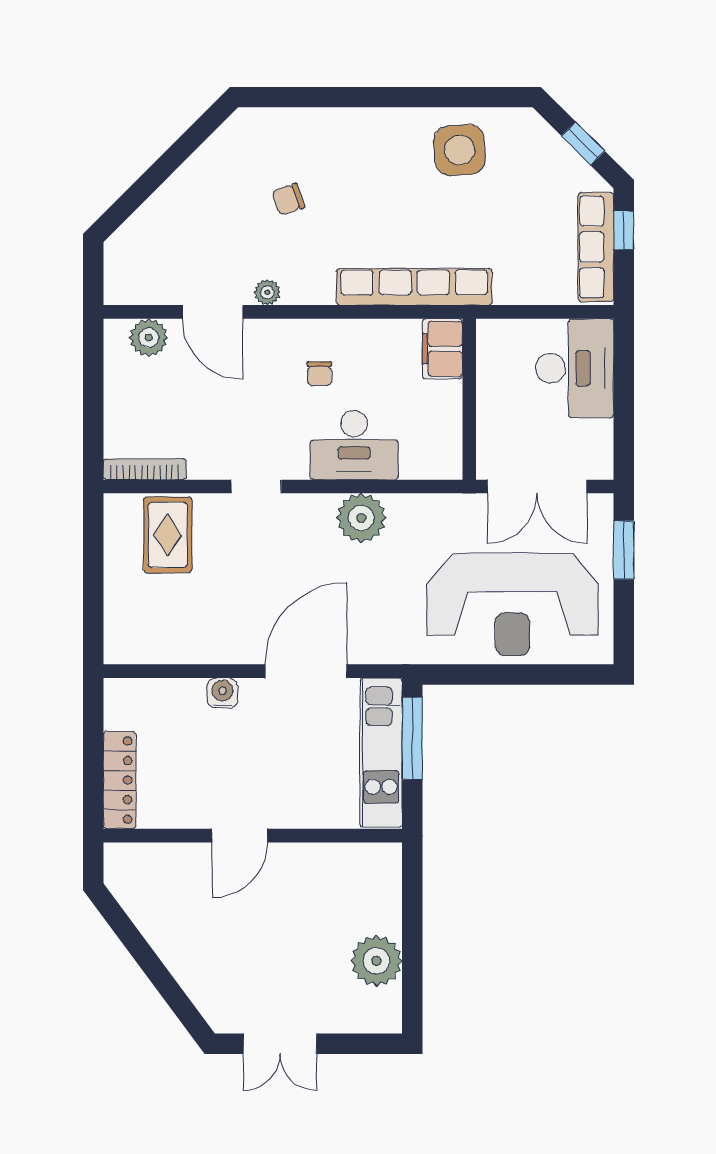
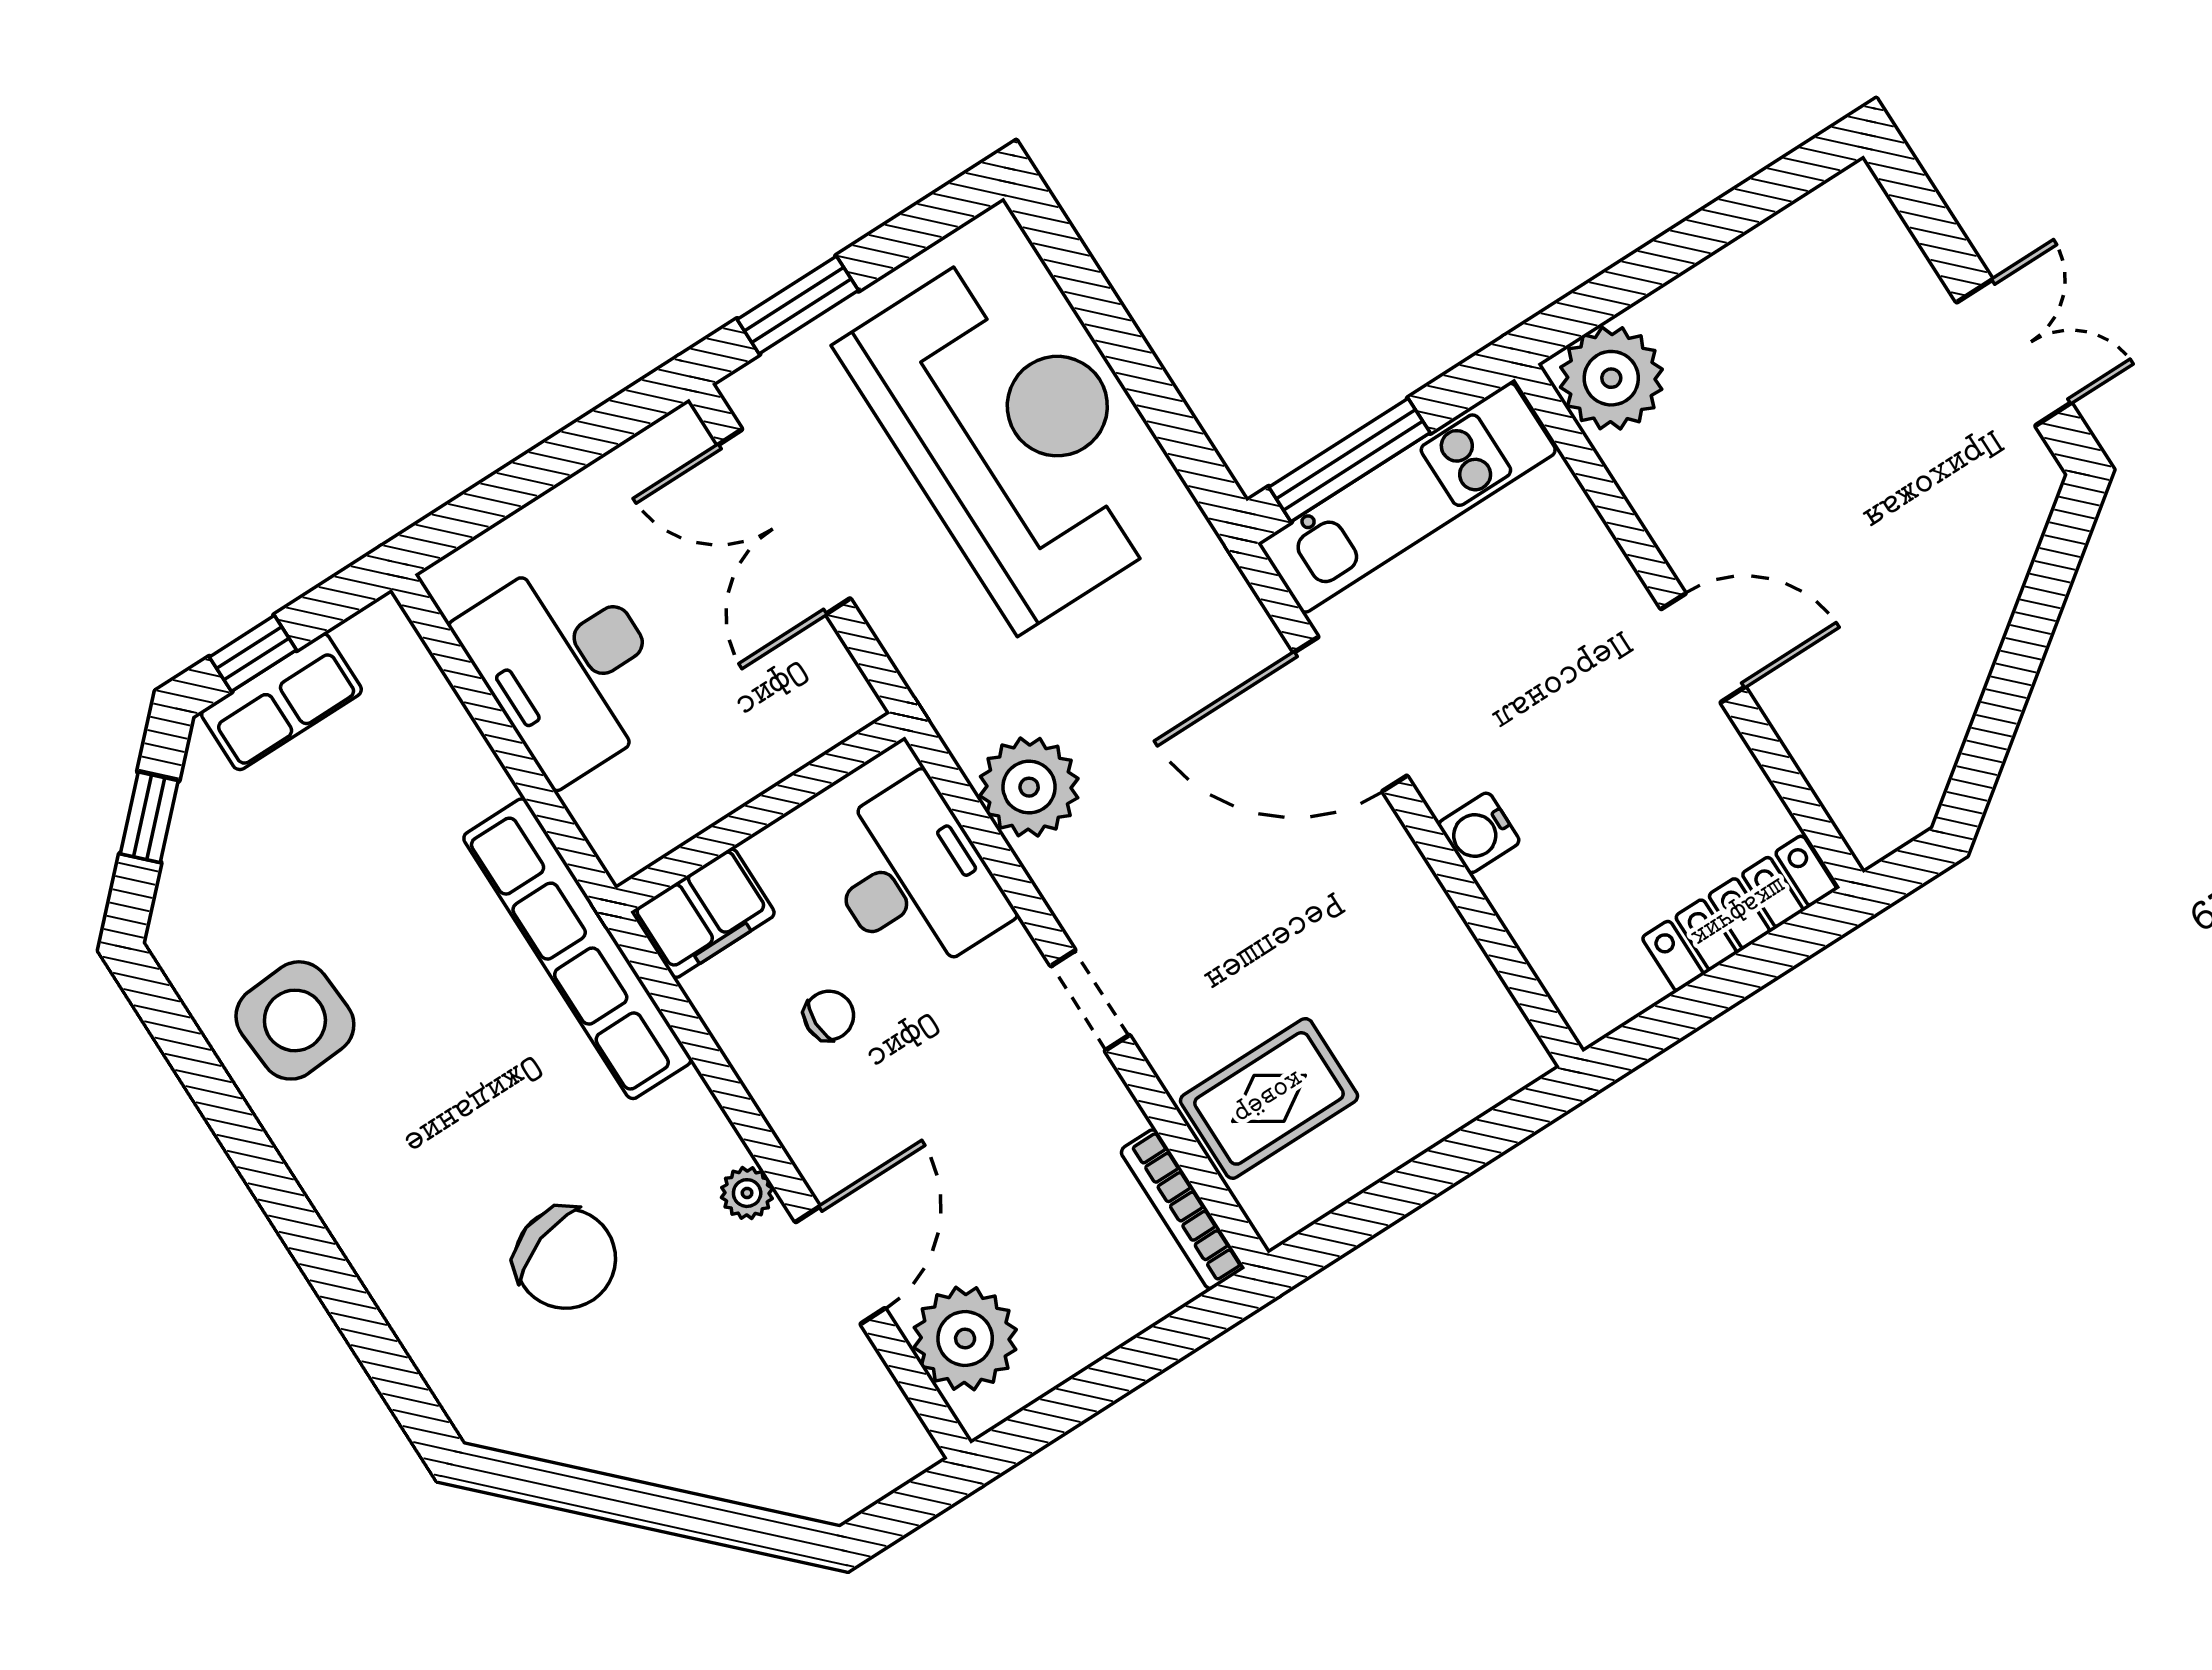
chair: (288, 199) -> (565, 1258), width x1.87, depth x1.87
row of seats: (596, 247) -> (281, 702), width x0.68
plant: (149, 338) -> (965, 1339), width x1.36, depth x1.36
filing cabinet: (442, 349) -> (703, 913), moved
desk: (575, 368) -> (567, 666), moved, turned -90
wall: (469, 399) -> (760, 813), moved
double door: (537, 487) -> (784, 522), swing flipped
plant: (377, 961) -> (1611, 378), moved

